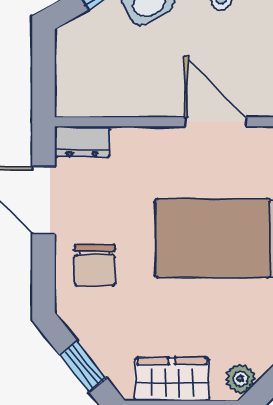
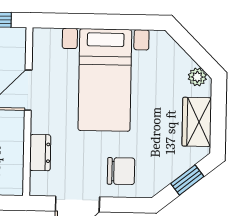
dresser: (82, 142) -> (40, 153), moved

